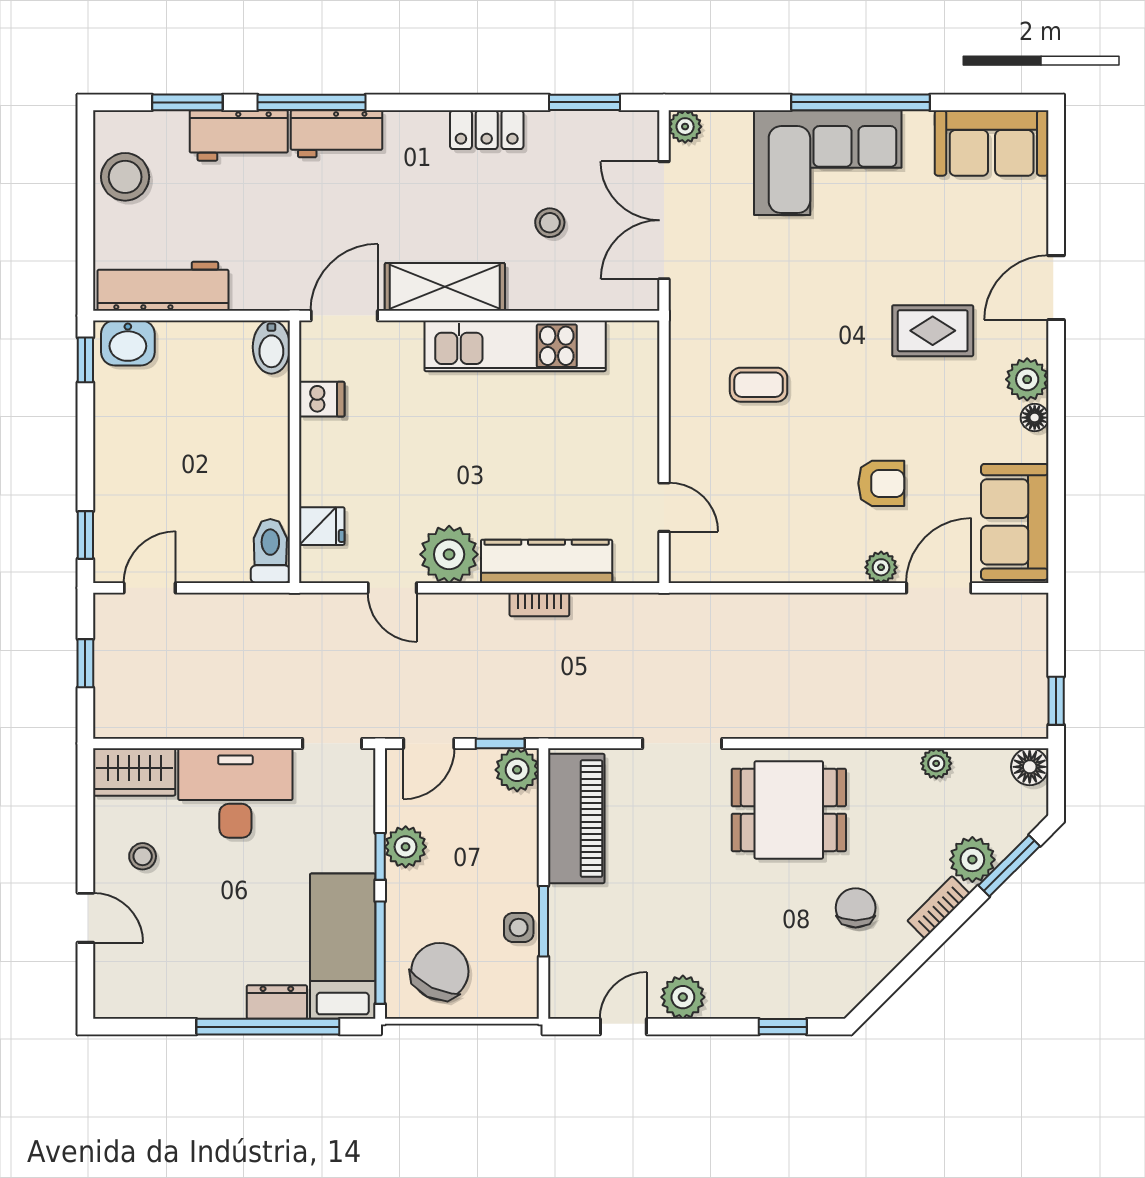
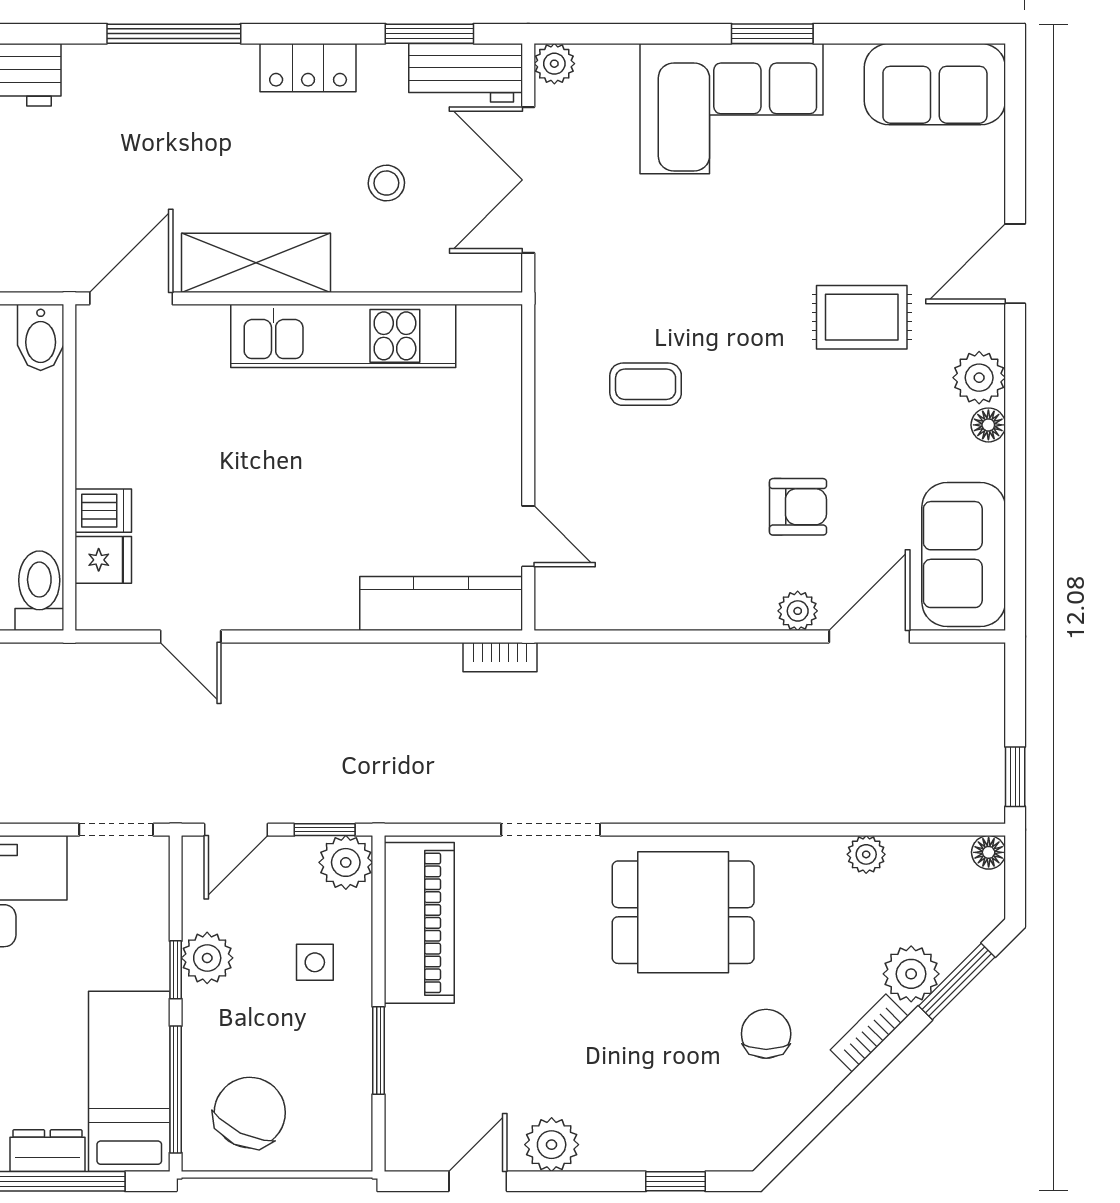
window: (312, 102) -> (174, 34), moved
window: (861, 102) -> (772, 34), width x0.47
workbench: (337, 134) -> (466, 73), moved
dishwasher: (322, 399) -> (103, 511), moved
plant: (449, 554) -> (261, 595), removed
kitchen counter: (547, 561) -> (441, 604), moved
bookcase: (539, 604) -> (500, 657), moved
floor lamp: (1030, 767) -> (989, 852), width x0.73, depth x0.73
side table: (519, 928) -> (315, 962), moved

